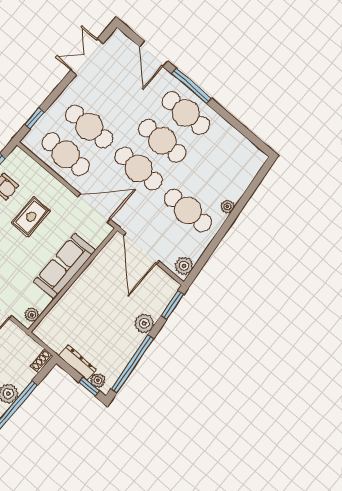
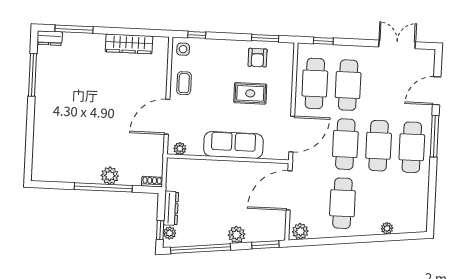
plant: (227, 207) -> (387, 228), moved
door: (94, 208) -> (292, 134), hinge flipped

